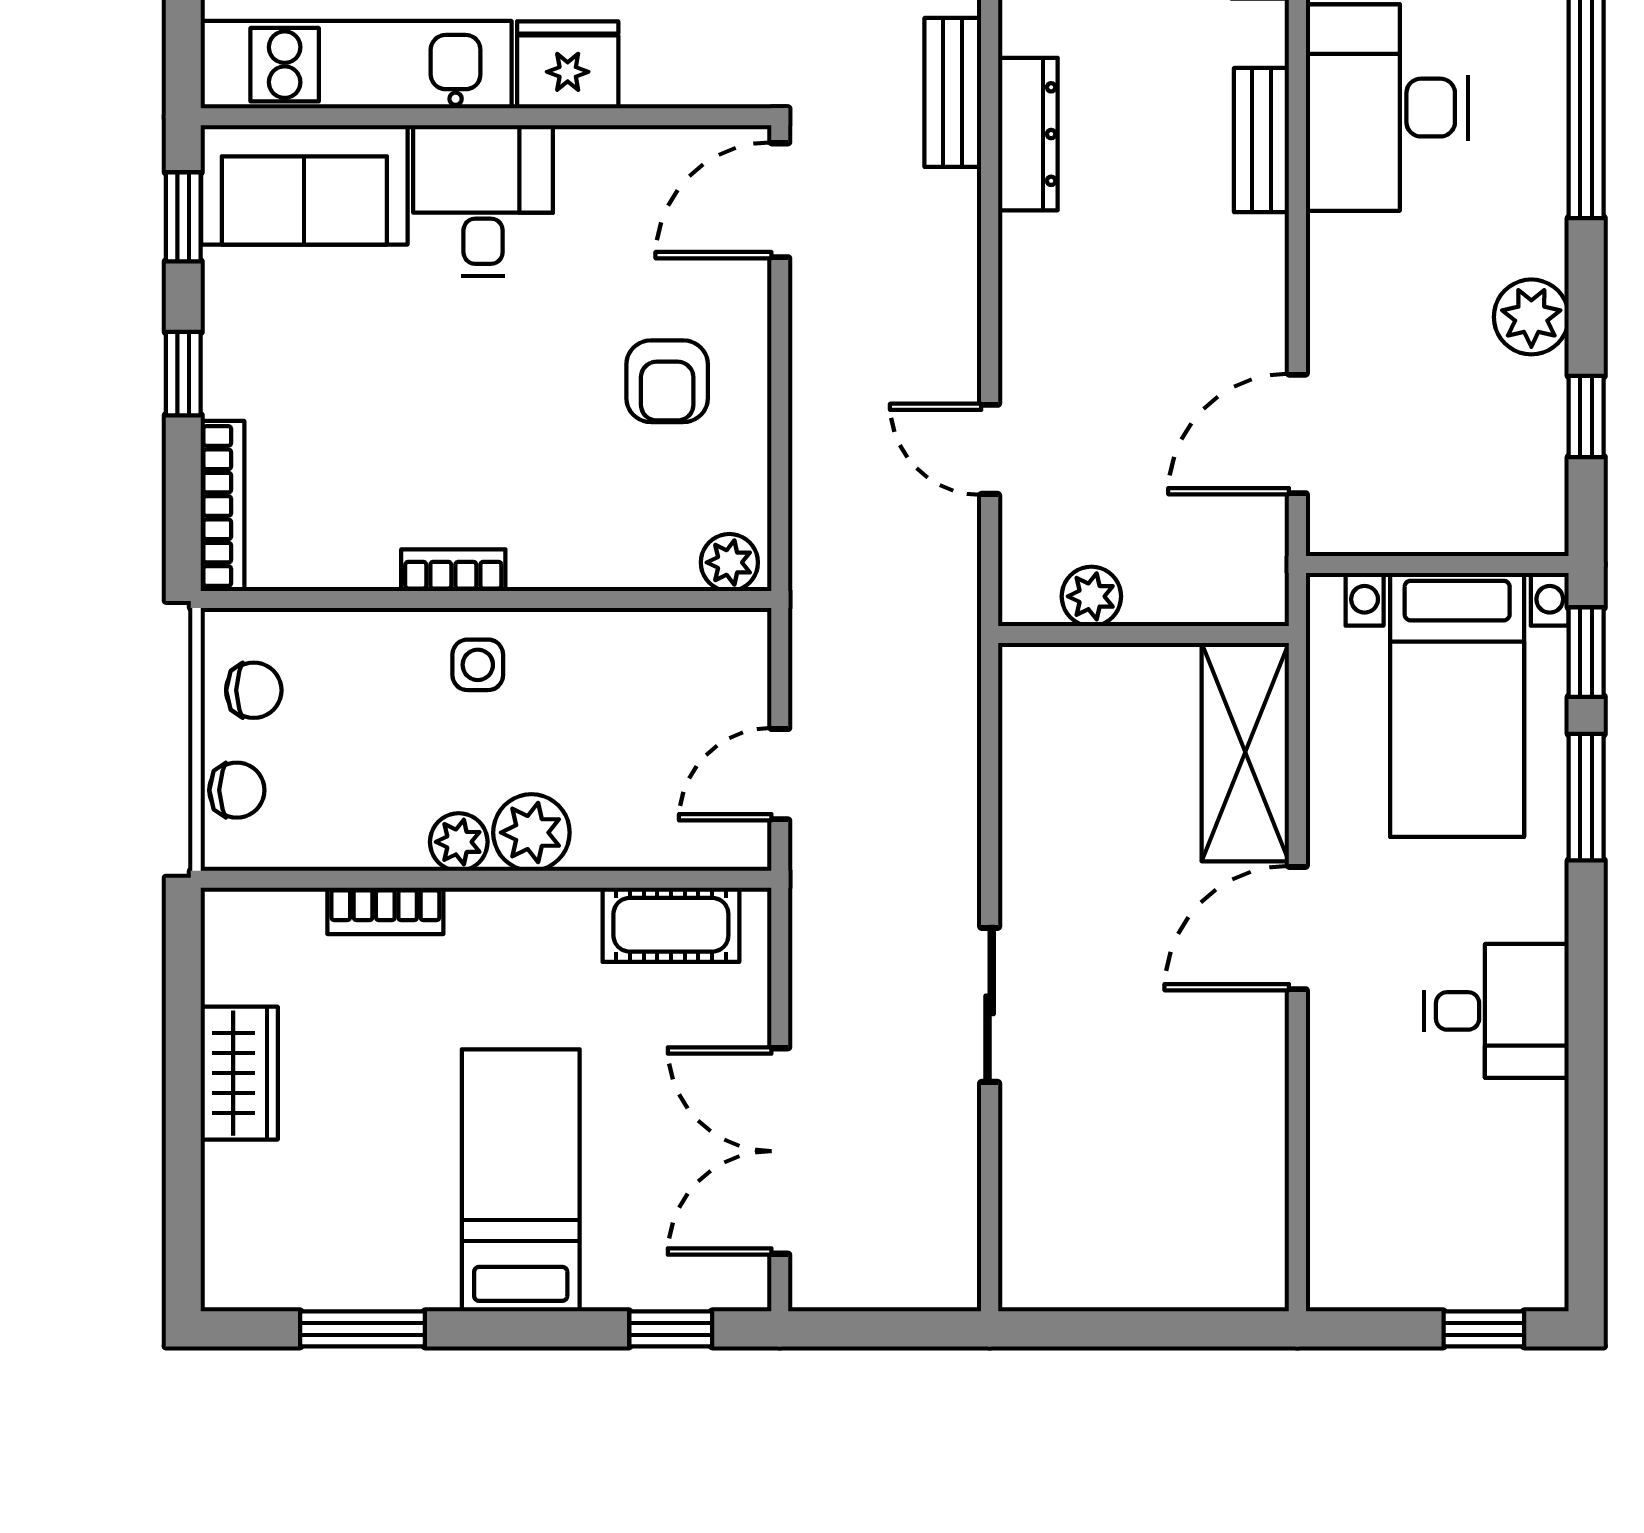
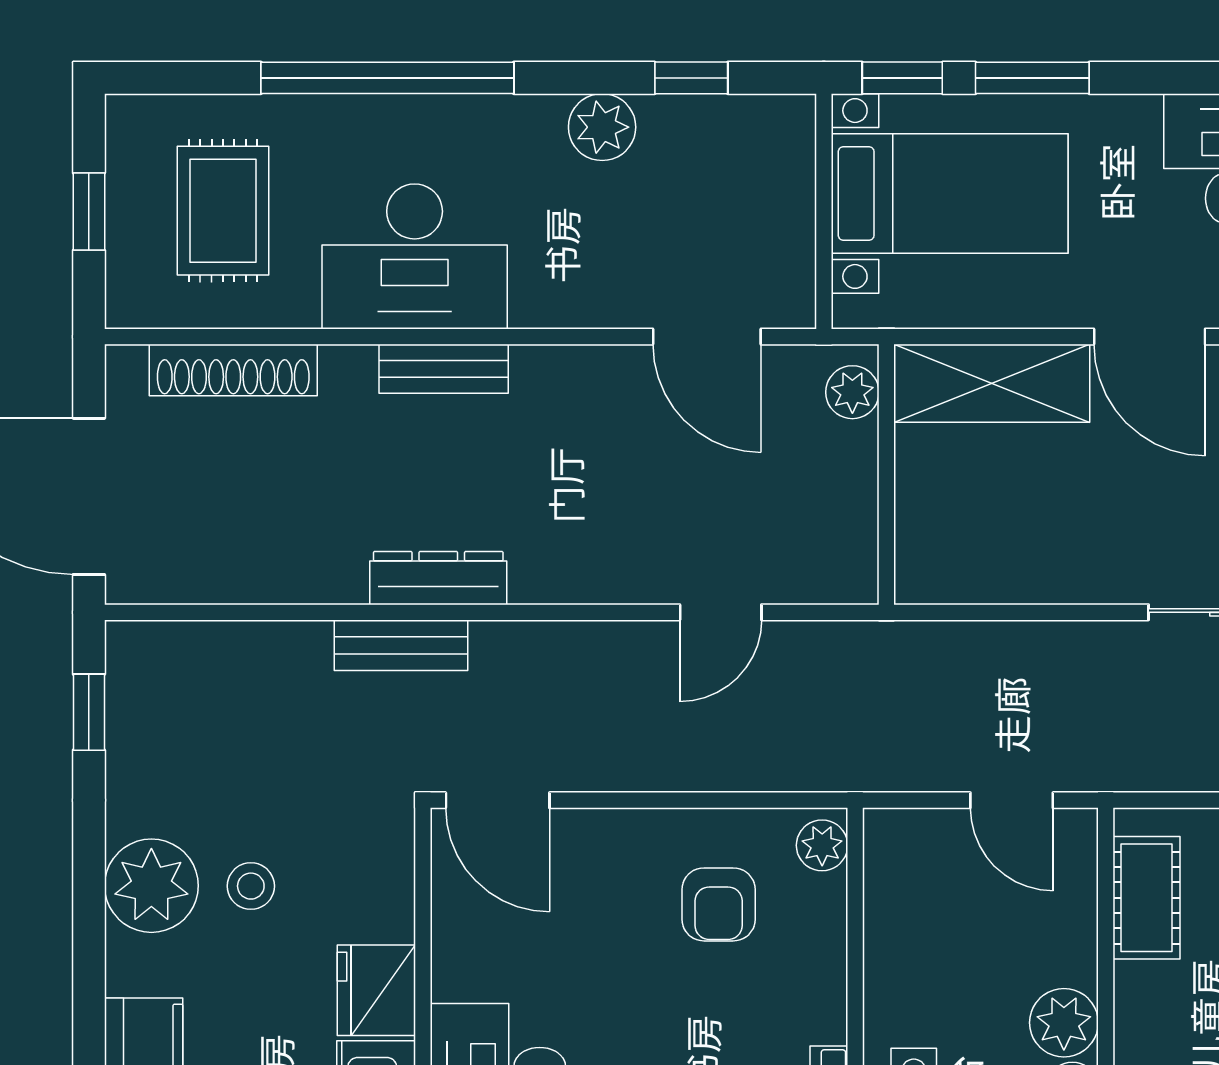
armchair: (667, 381) -> (719, 904), moved, turned 90
plant: (1091, 596) -> (852, 392), moved

